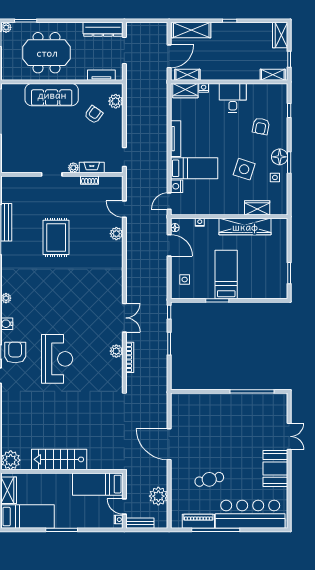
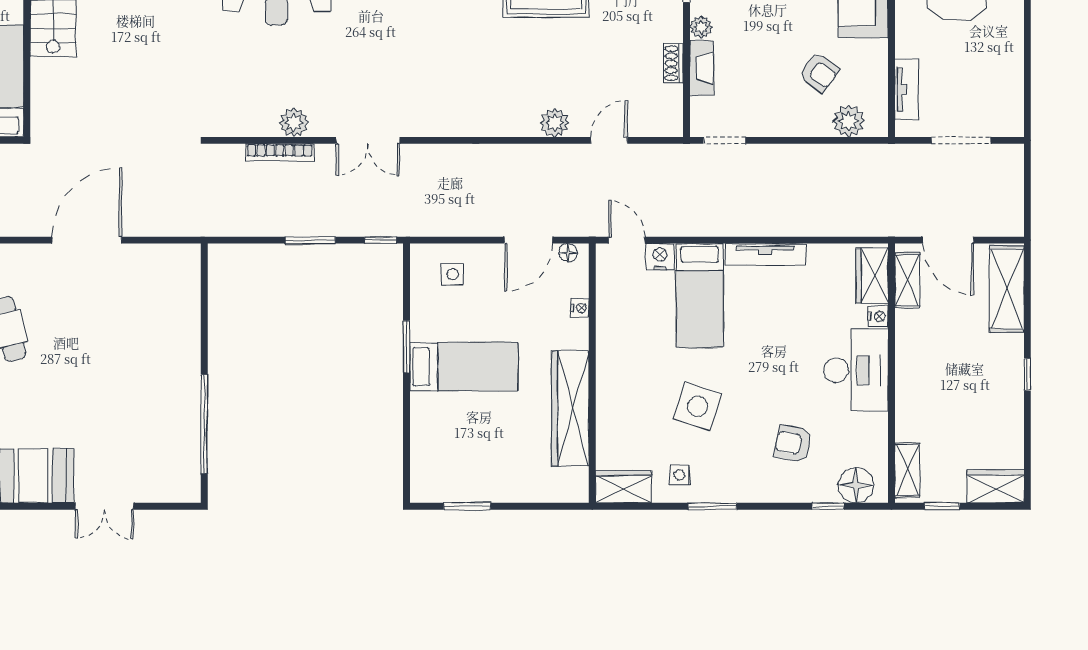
dresser: (103, 29) -> (1008, 93), removed
desk: (233, 98) -> (856, 370), width x1.37
floor lamp: (280, 157) -> (856, 485), moved
wardrobe: (257, 208) -> (623, 487), moved, turned -90

